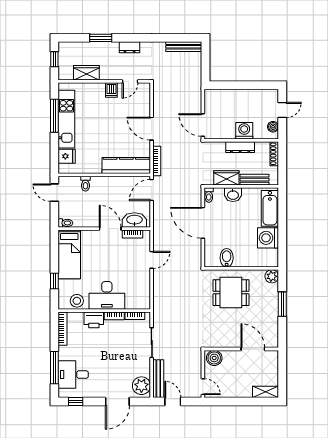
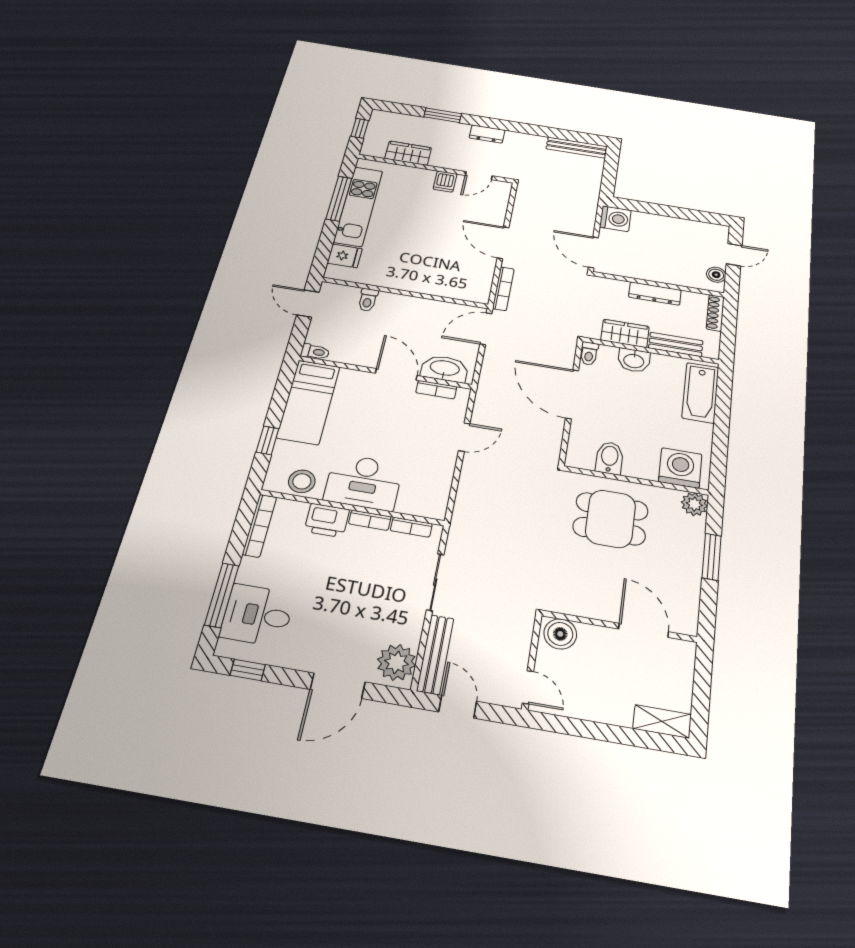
washing machine: (244, 131) -> (615, 219), moved, turned 90
kitchen counter: (126, 166) -> (447, 286), removed
washing machine: (268, 238) -> (680, 468), moved, turned 90

